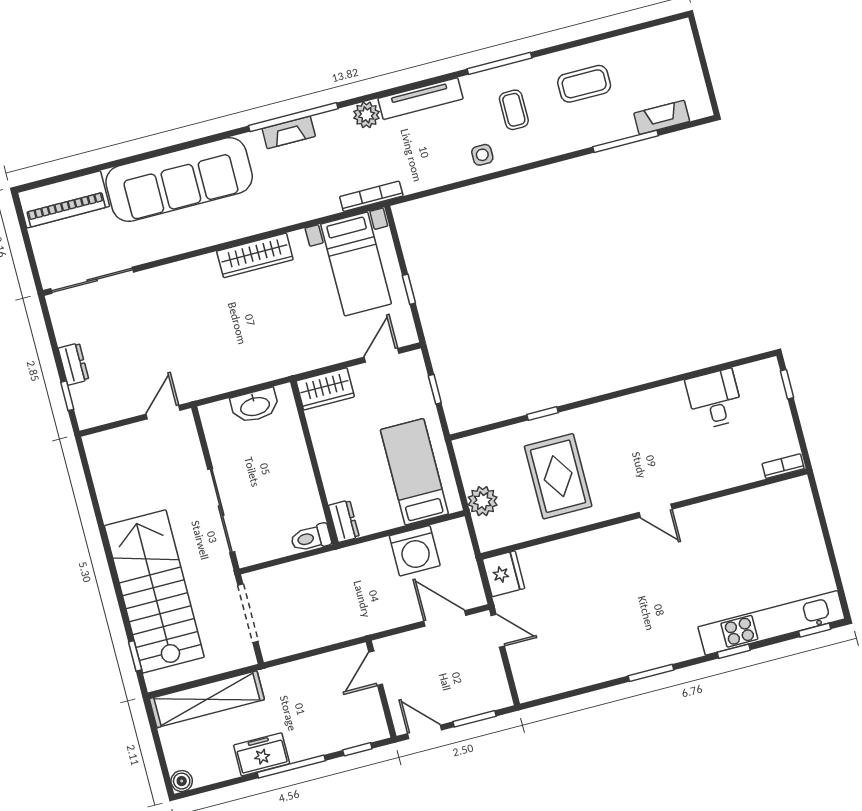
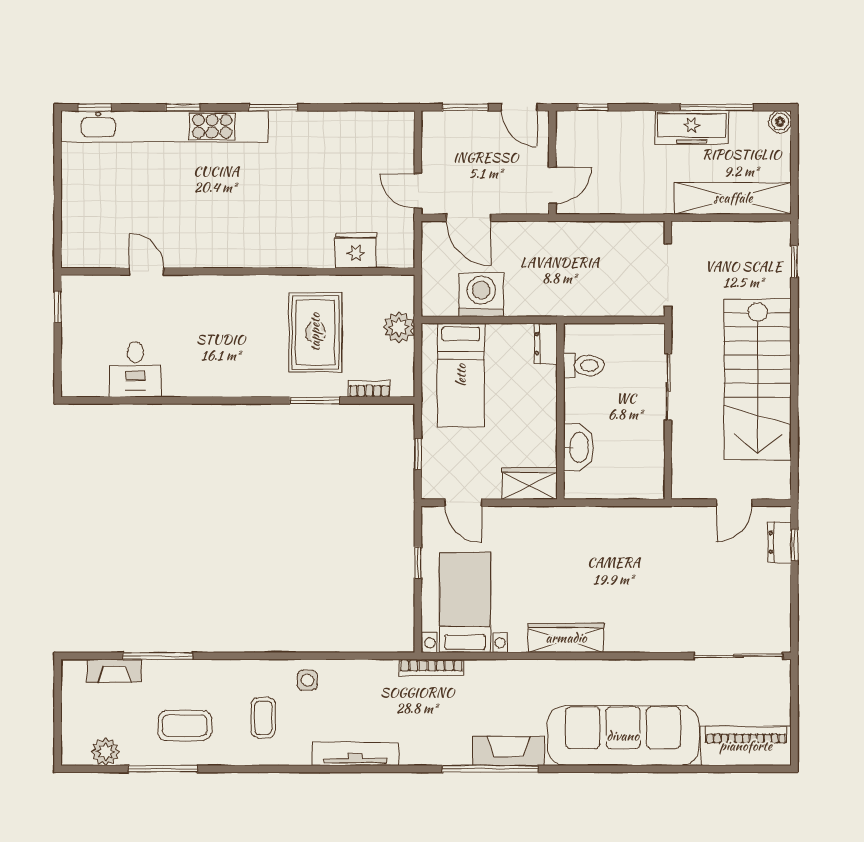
window: (499, 63) -> (163, 769), moved
plant: (366, 115) -> (106, 752), moved
fireplace: (289, 132) -> (508, 751), width x1.37, depth x1.32
door: (382, 355) -> (463, 503), hinge flipped
dresser: (73, 364) -> (780, 542), moved
window: (787, 384) -> (58, 307), moved
washbasin: (255, 406) -> (578, 447), moved, turned 90
door: (163, 412) -> (734, 503), moved
window: (542, 414) -> (315, 400), width x1.50
bookcase: (783, 466) -> (369, 389), moved, turned 180
sliding door: (221, 511) -> (668, 387), width x0.73
door: (656, 511) -> (146, 271), moved
toilet: (311, 538) -> (584, 365), moved
fridge: (504, 574) -> (356, 250), moved, turned 90
stairs: (154, 591) -> (758, 380), moved
kitchen unit: (771, 623) -> (164, 126), width x1.36
freezer: (262, 754) -> (692, 128), width x1.40
window: (291, 767) -> (717, 107), moved

